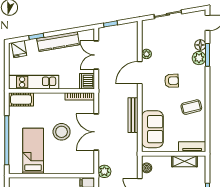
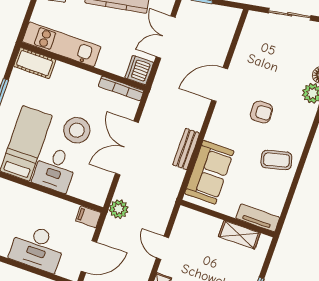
plant: (146, 54) -> (239, 61), removed
bench: (133, 115) -> (186, 149), width x0.73
desk: (56, 161) -> (55, 169), added
boiler: (147, 168) -> (181, 225), removed

